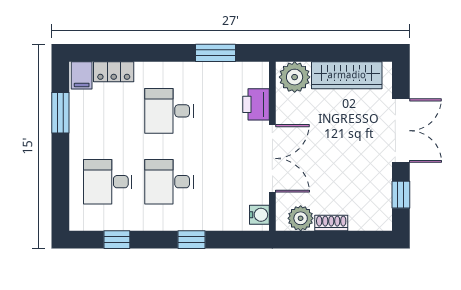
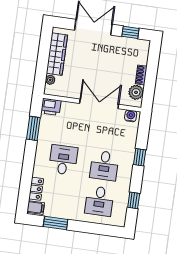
plant: (295, 77) -> (50, 80), width x0.53, depth x0.53
printer: (256, 104) -> (51, 107), moved
desk: (169, 111) -> (63, 160), turned 180

